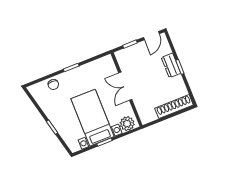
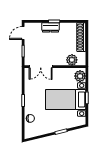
door: (151, 36) -> (23, 33), swing flipped
double door: (125, 86) -> (41, 67), moved
plant: (143, 106) -> (72, 60), added

